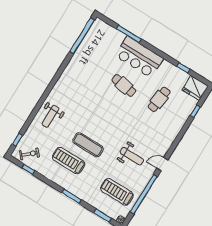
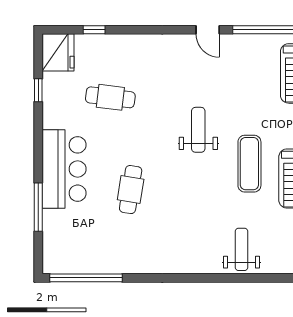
cafe table: (124, 85) -> (131, 190), moved
weight bench: (50, 116) -> (242, 249), turned -90
weight bench: (132, 156) -> (198, 130), moved

